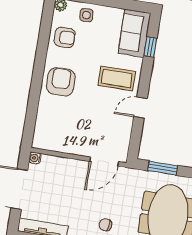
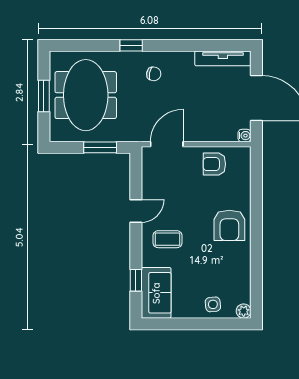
armchair: (65, 37) -> (214, 164), moved
coffee table: (117, 78) -> (168, 239), width x0.73, depth x0.77

